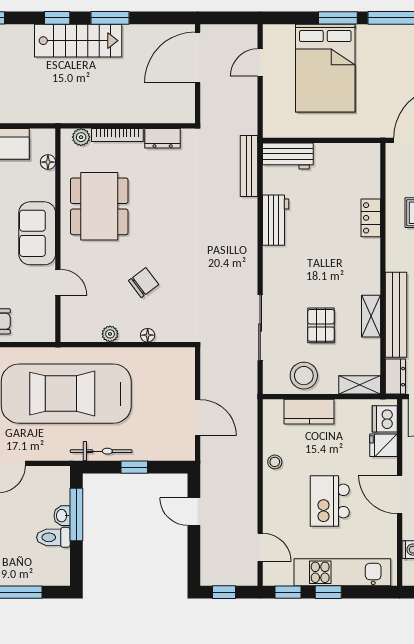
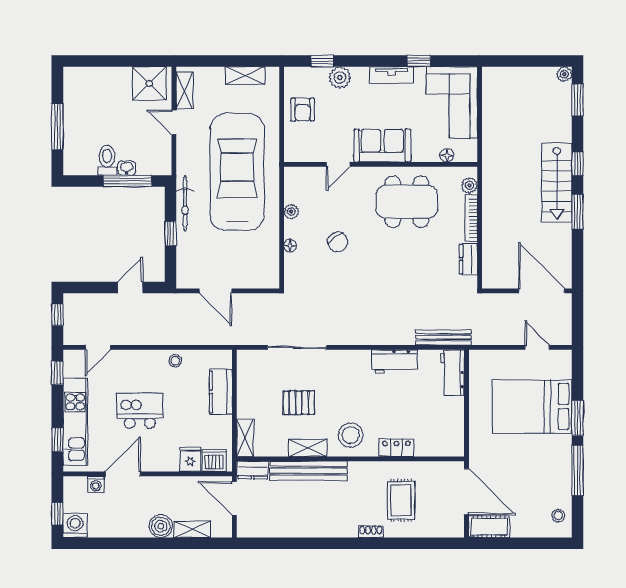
stool: (304, 376) -> (351, 435), moved
door: (198, 418) -> (215, 291), hinge flipped
door: (400, 494) -> (123, 474), moved
window: (328, 592) -> (57, 440), moved

